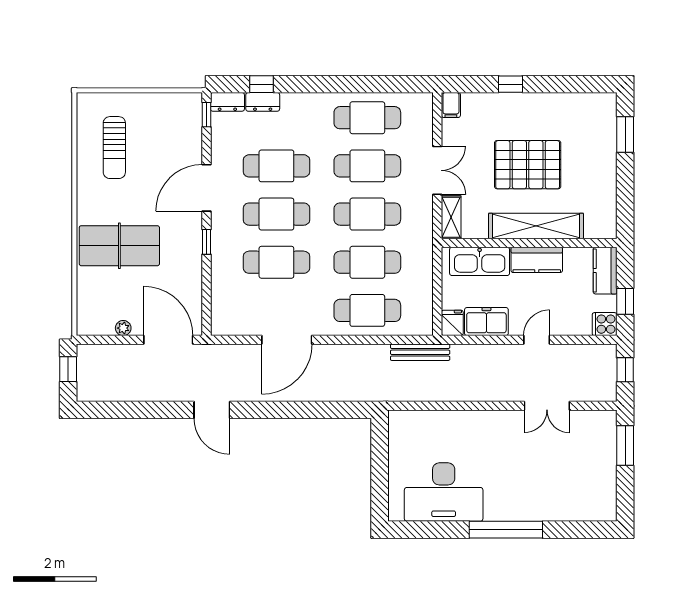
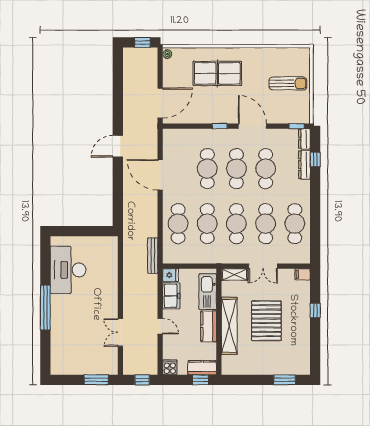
dresser: (263, 102) -> (304, 165), width x1.44
sun lounger: (114, 148) -> (288, 83), moved, turned 180
table tennis table: (119, 246) -> (217, 73), turned 90
window: (625, 301) -> (200, 380), moved
plant: (123, 328) -> (167, 54), moved
door: (212, 410) -> (118, 146), moved

